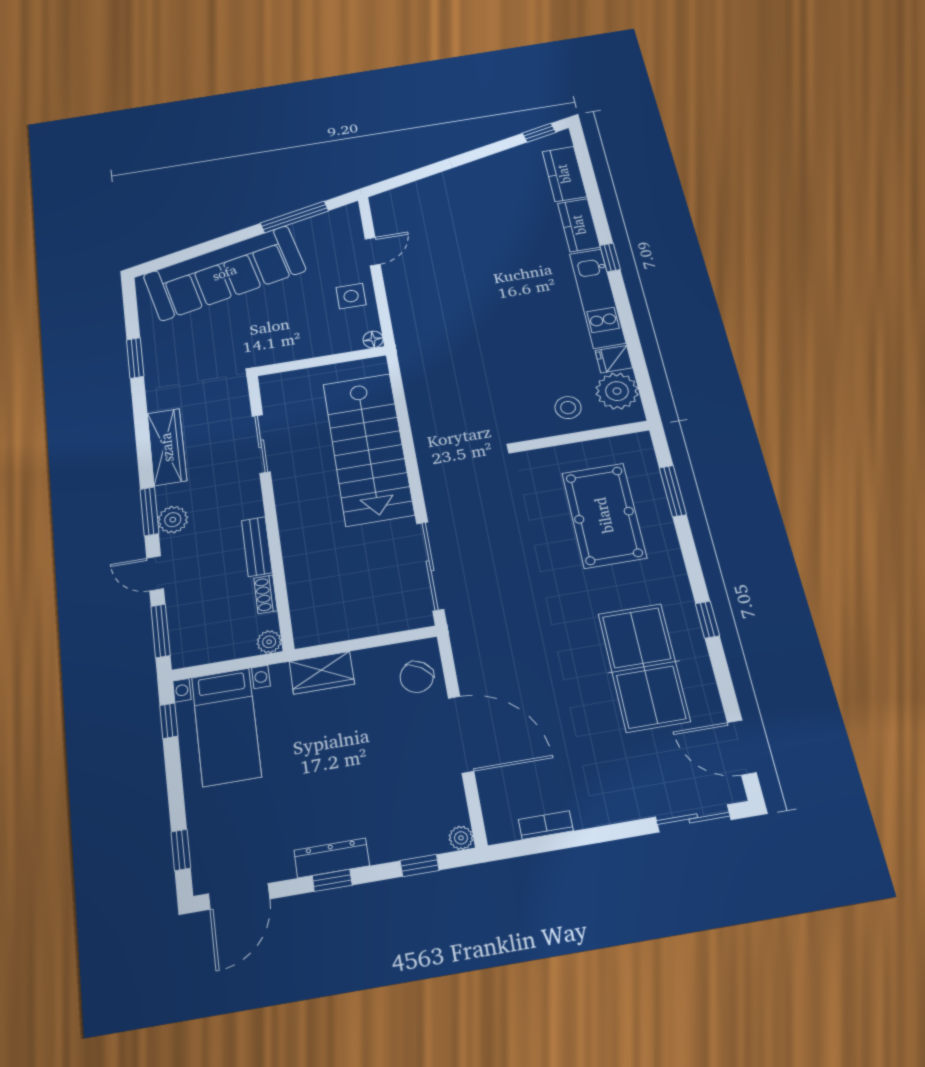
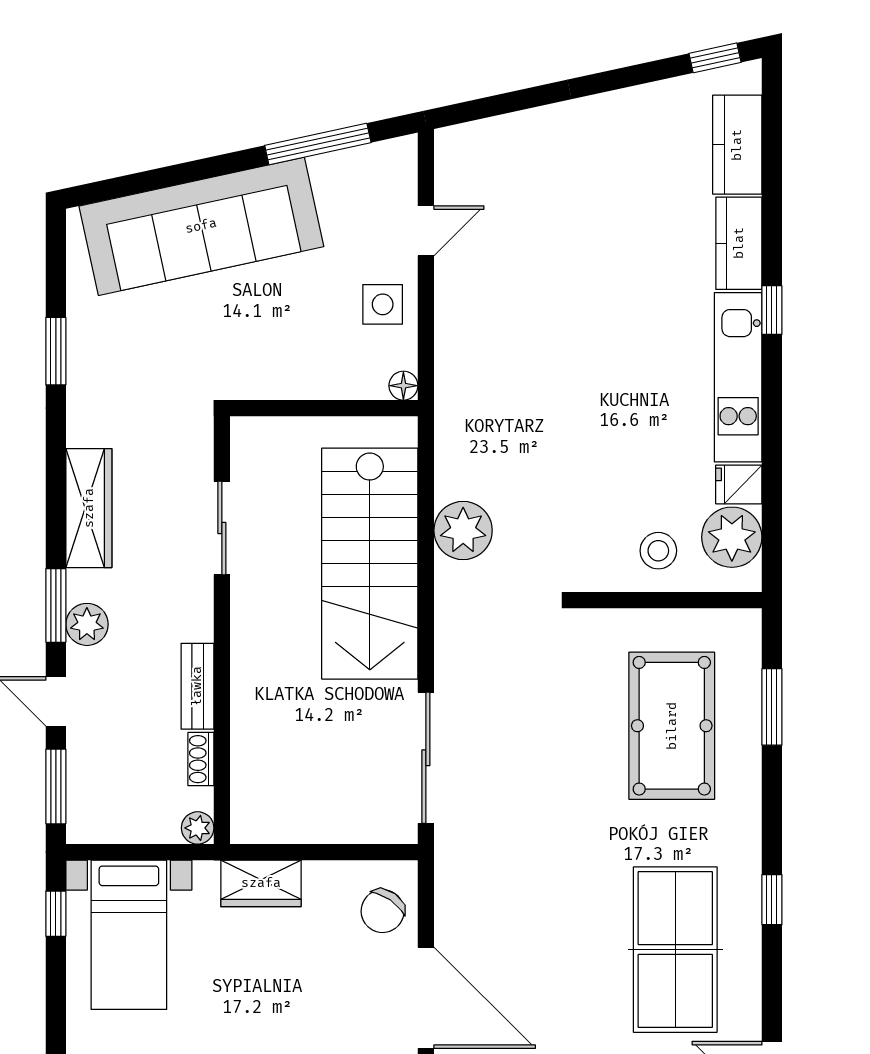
plant: (430, 418) -> (463, 530), added

